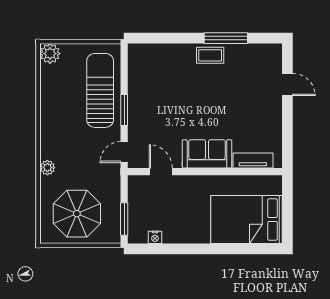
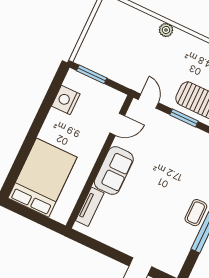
parasol: (77, 214) -> (115, 36), removed
nightstand: (155, 237) -> (66, 100), width x1.89, depth x1.79

